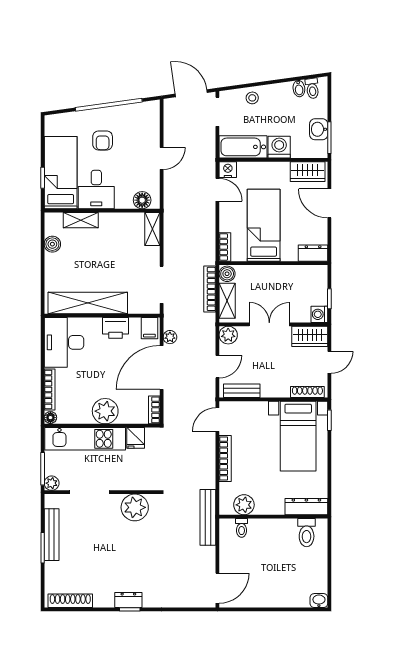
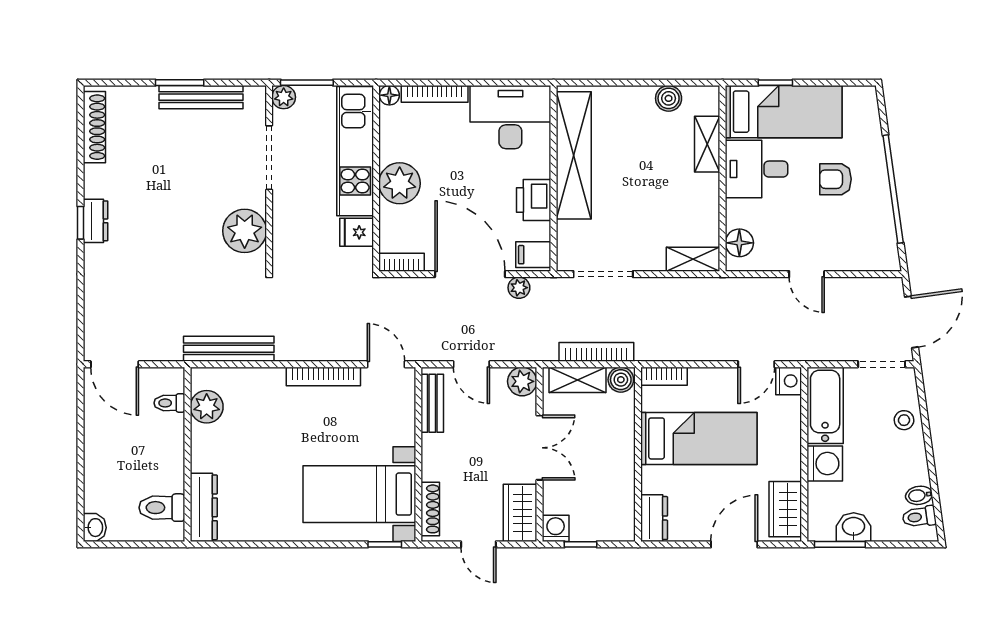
plant: (244, 505) -> (207, 407), moved
dresser: (306, 507) -> (204, 507), moved
wall: (273, 517) -> (187, 454), moved
toilet: (242, 528) -> (169, 403), moved
toilet: (307, 533) -> (162, 508), moved

